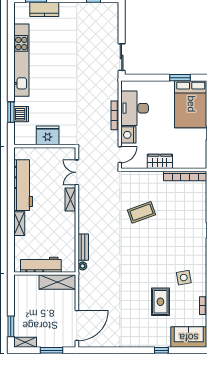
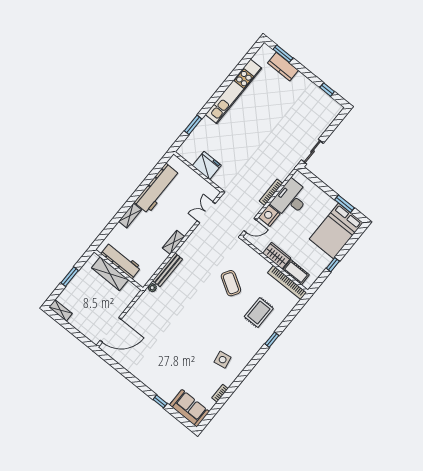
dishwasher: (21, 114) -> (200, 133), removed
cot: (186, 162) -> (296, 272), added
shelving: (70, 200) -> (174, 242), moved
coffee table: (141, 212) -> (231, 283), turned 51
bench: (83, 247) -> (167, 270), width x1.36
shelving: (57, 282) -> (110, 274), moved
rug: (160, 302) -> (259, 313), moved
window: (11, 326) -> (70, 277), moved
window: (52, 350) -> (76, 333), removed

